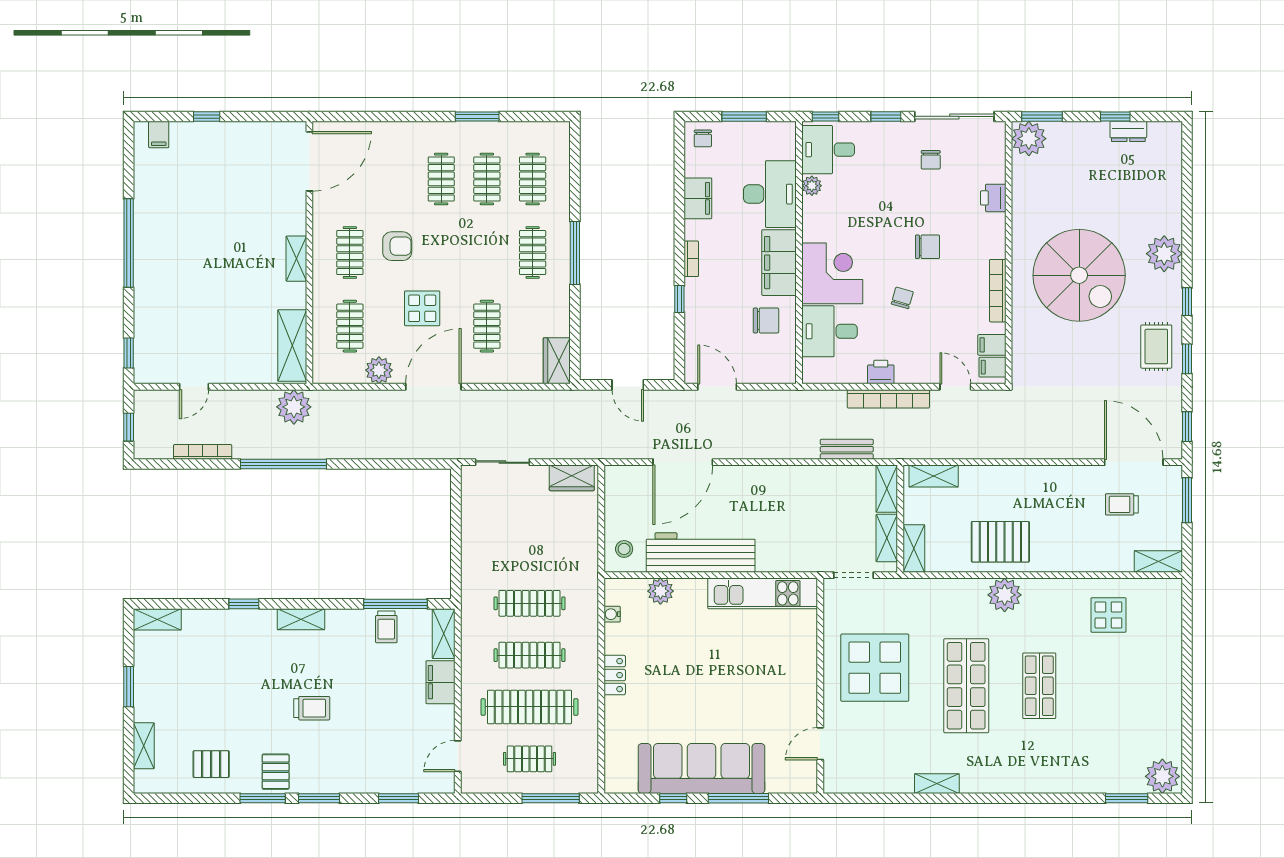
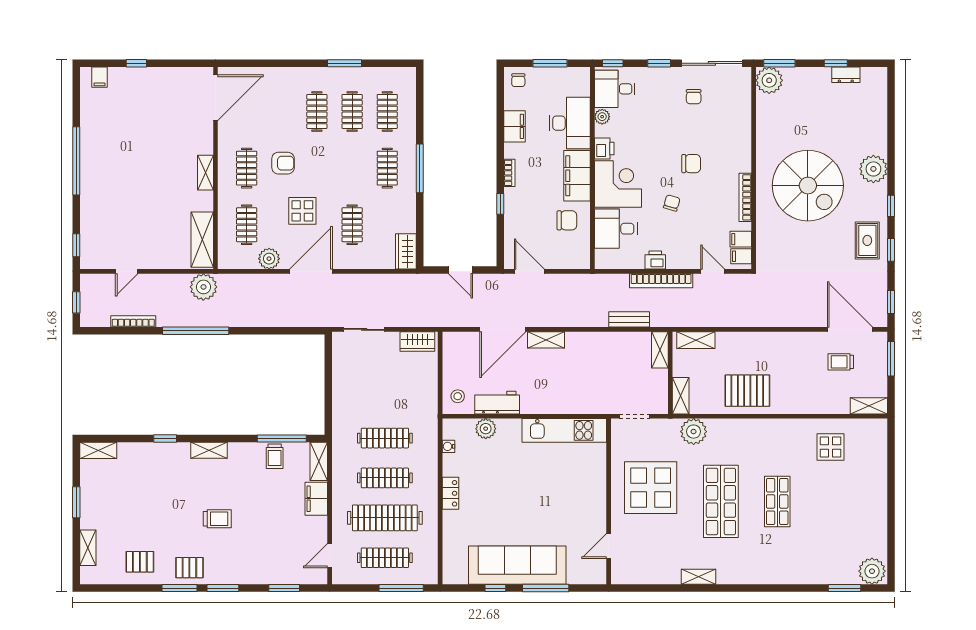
printer: (993, 198) -> (604, 149), moved, turned 180
shelving: (887, 538) -> (546, 340), moved, turned 90
workbench: (701, 552) -> (497, 403), width x0.53, depth x0.76
plant: (1005, 595) -> (694, 432), moved
clothes rail: (529, 759) -> (385, 558), width x1.36
pallet: (276, 772) -> (189, 568), turned 90

